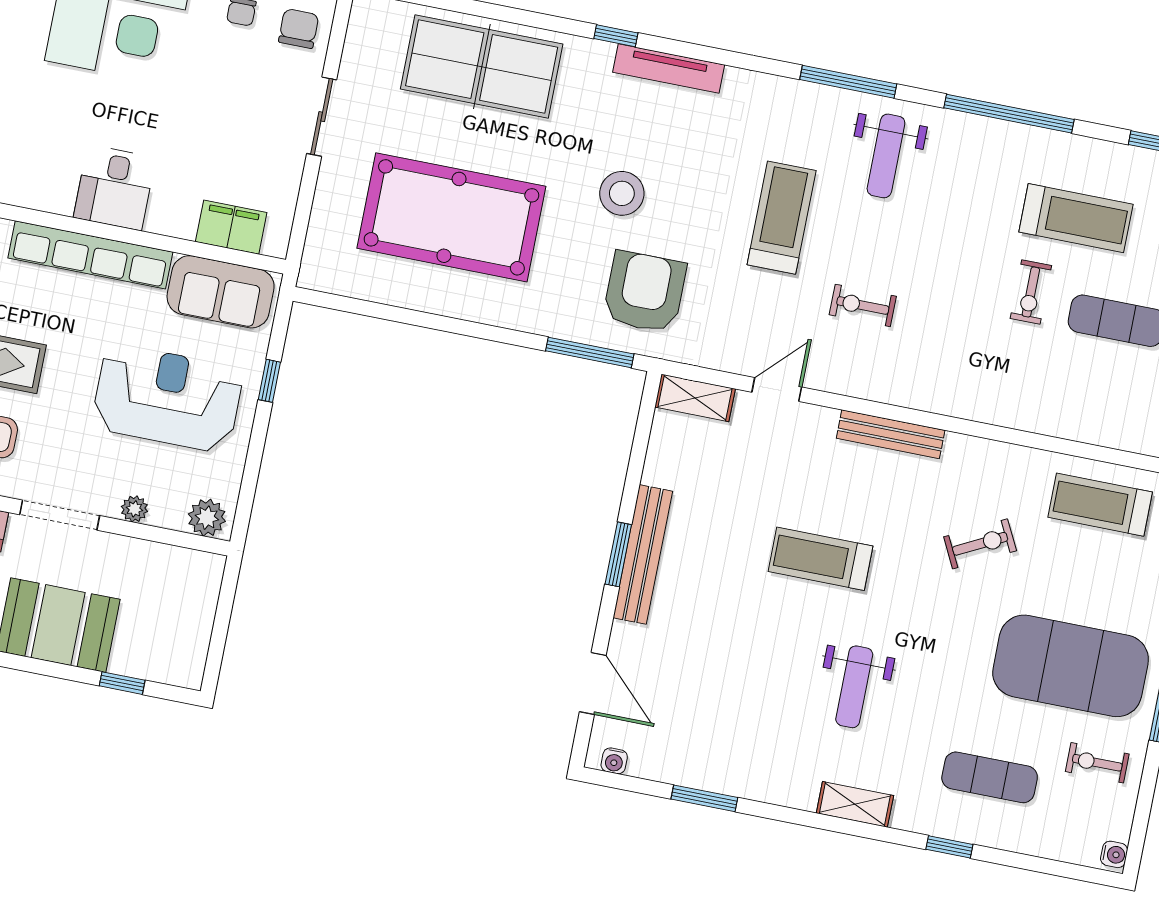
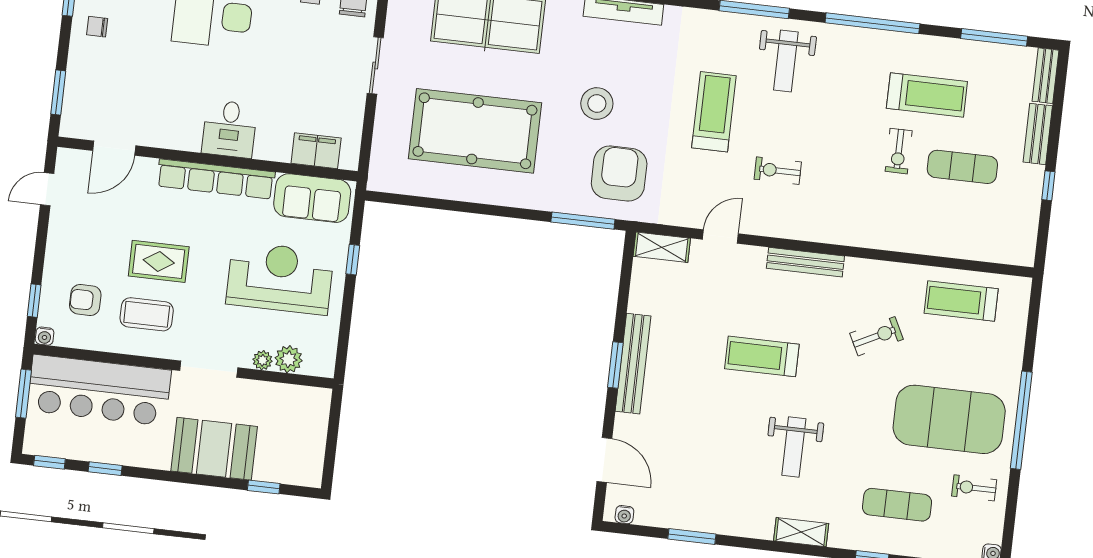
plant: (207, 518) -> (289, 359), moved

